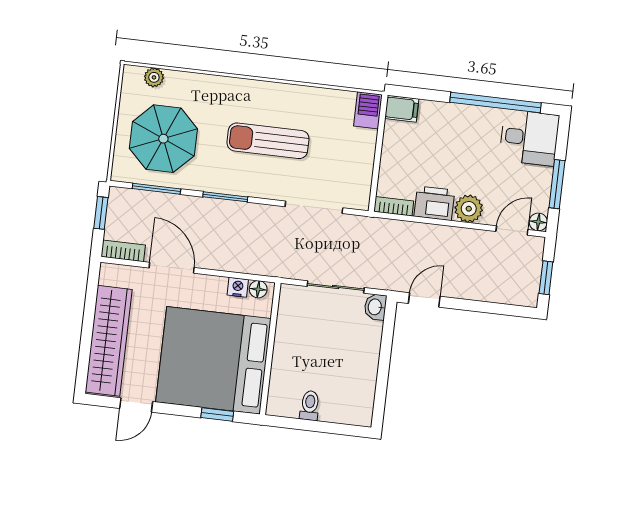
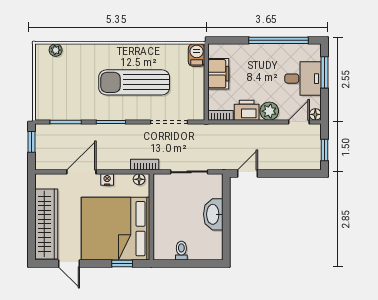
filing cabinet: (402, 109) -> (218, 74), moved, width x2.00
desk: (529, 138) -> (303, 79), moved
parasol: (163, 139) -> (66, 89), removed
sun lounger: (268, 141) -> (134, 82), width x1.36, depth x1.34
window: (557, 184) -> (325, 72), moved
bookcase: (123, 251) -> (145, 165), moved
door: (172, 268) -> (81, 172), hinge flipped
nightstand: (238, 287) -> (107, 180), moved
washbasin: (375, 307) -> (213, 214), moved, width x1.91, depth x1.45
door: (136, 405) -> (69, 263), hinge flipped

